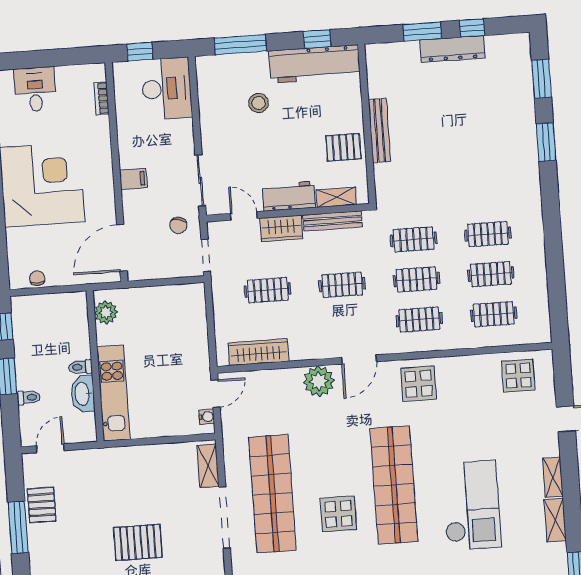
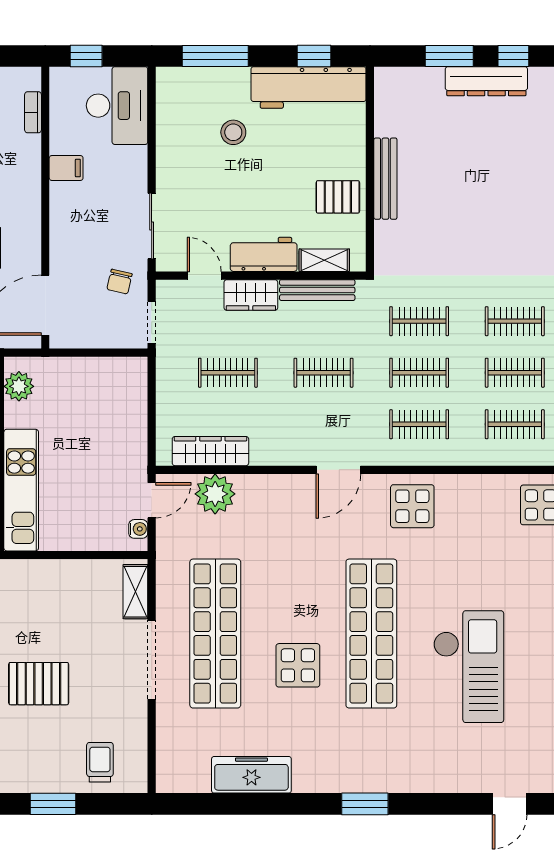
filing cabinet: (133, 179) -> (66, 168), moved
plant: (319, 381) -> (215, 494), moved

